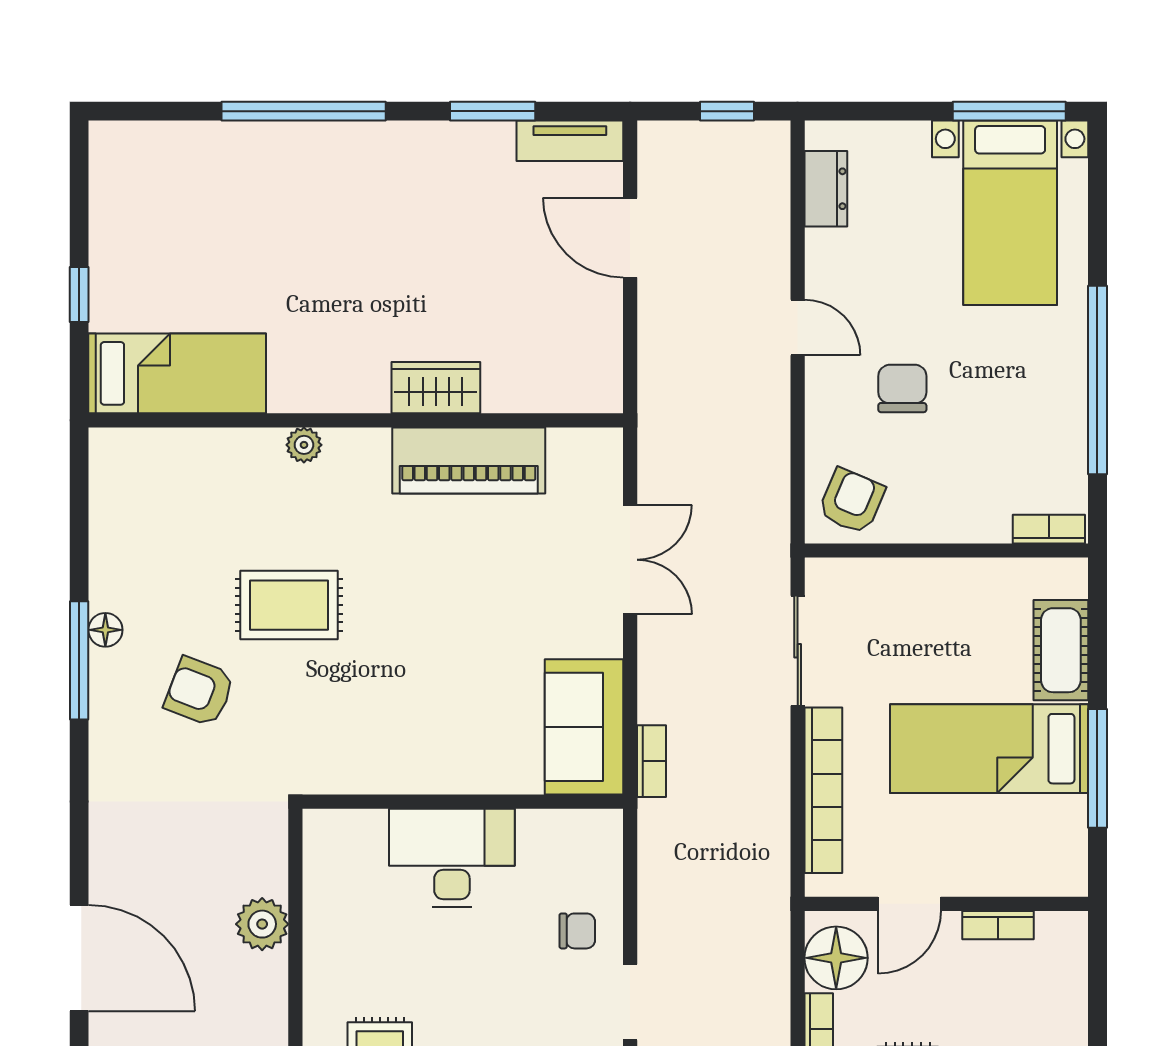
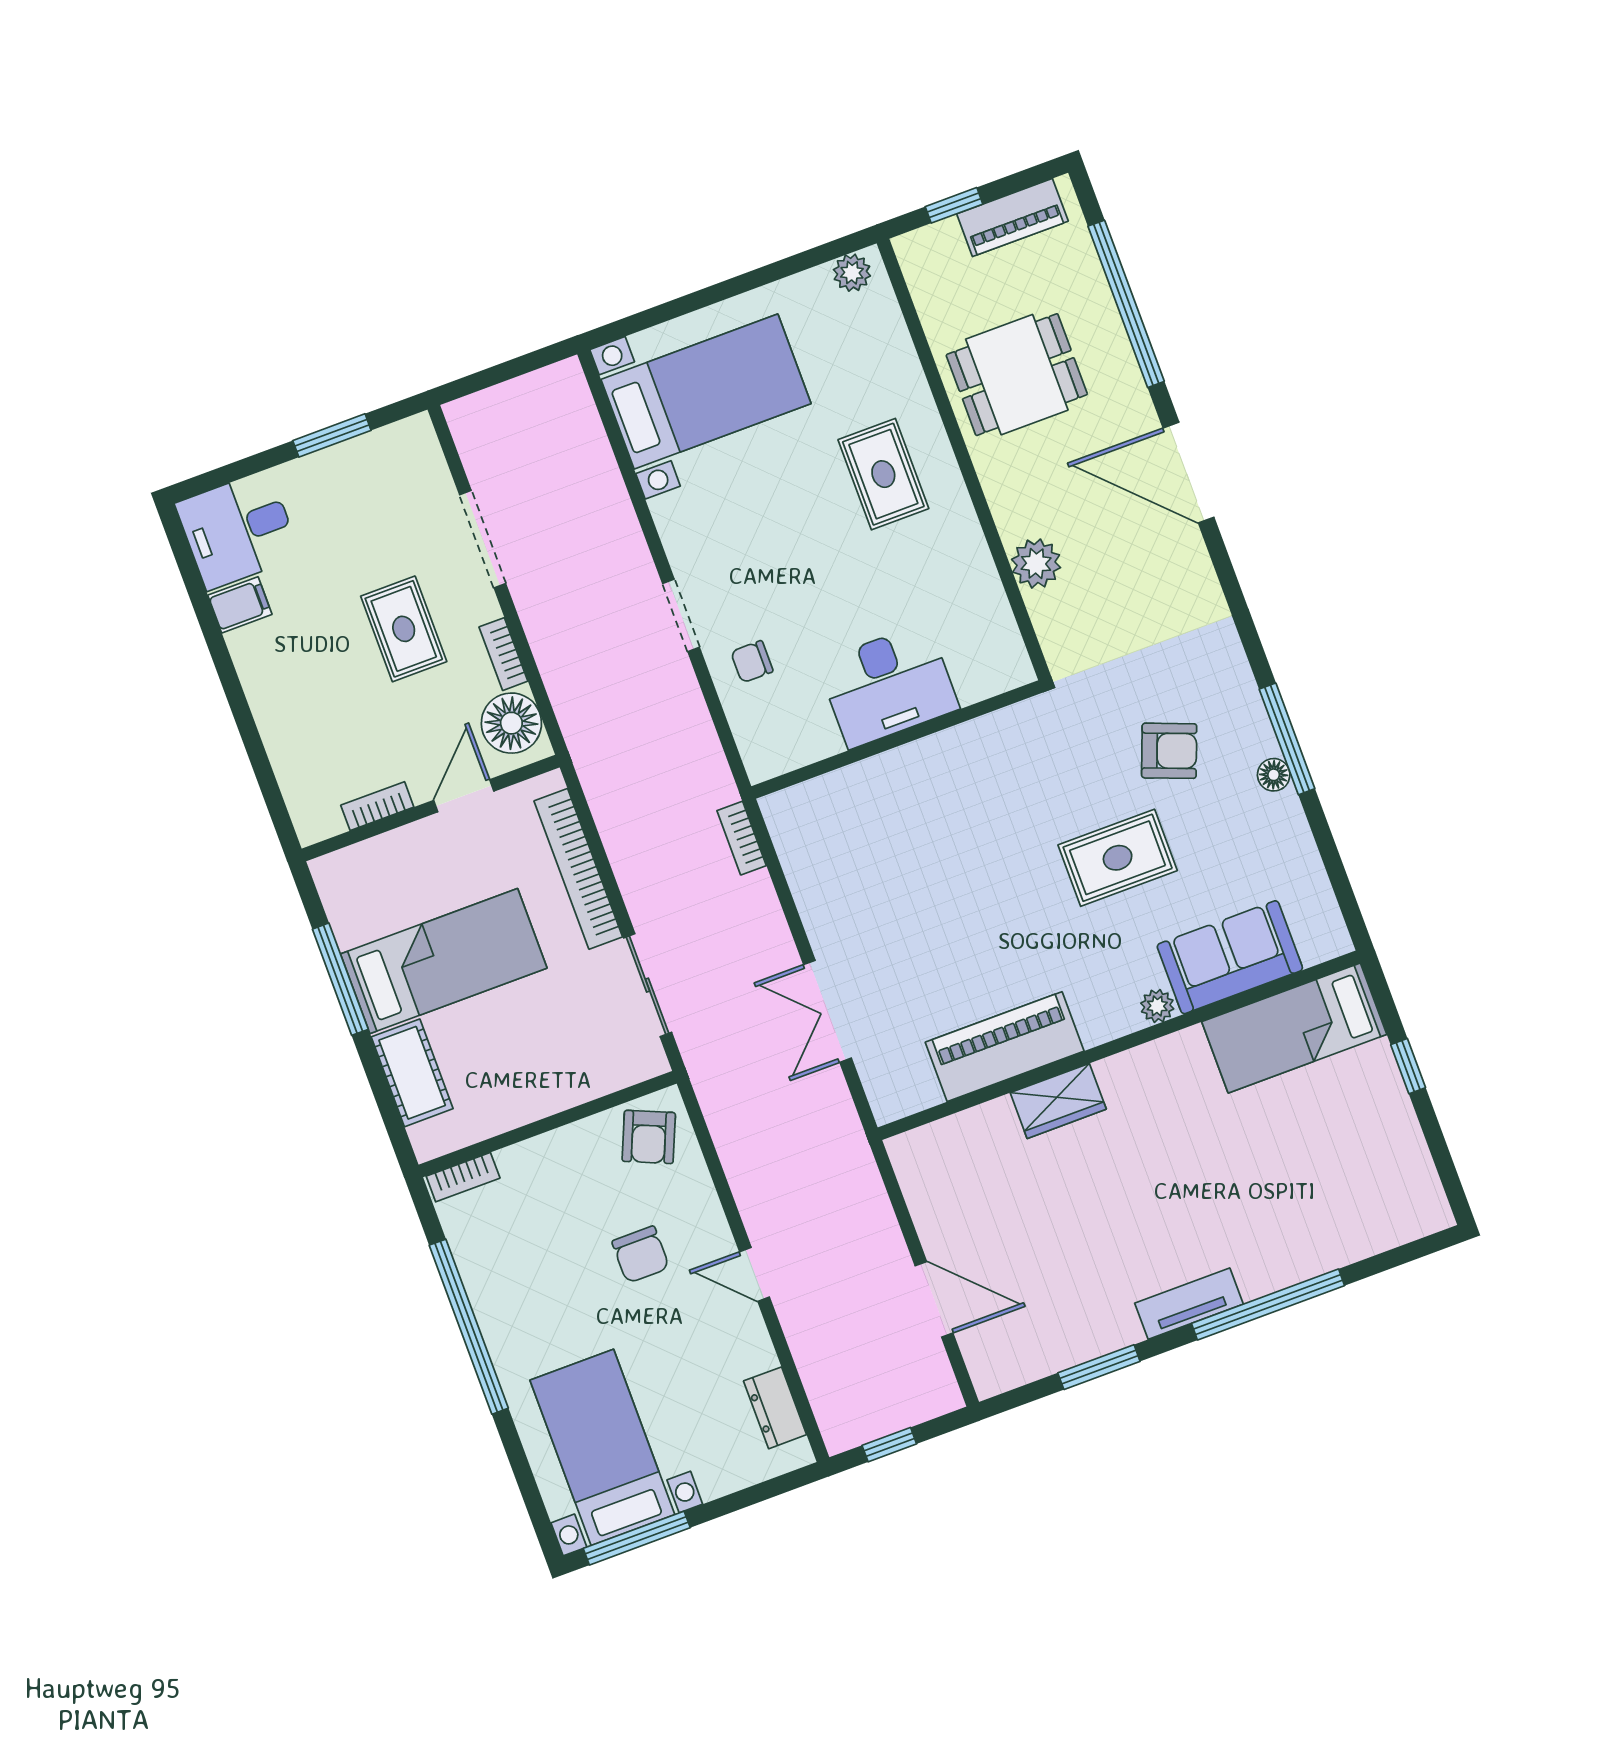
tv unit: (570, 141) -> (1189, 1304), moved
sofa: (584, 727) -> (1230, 957), moved, turned -90

